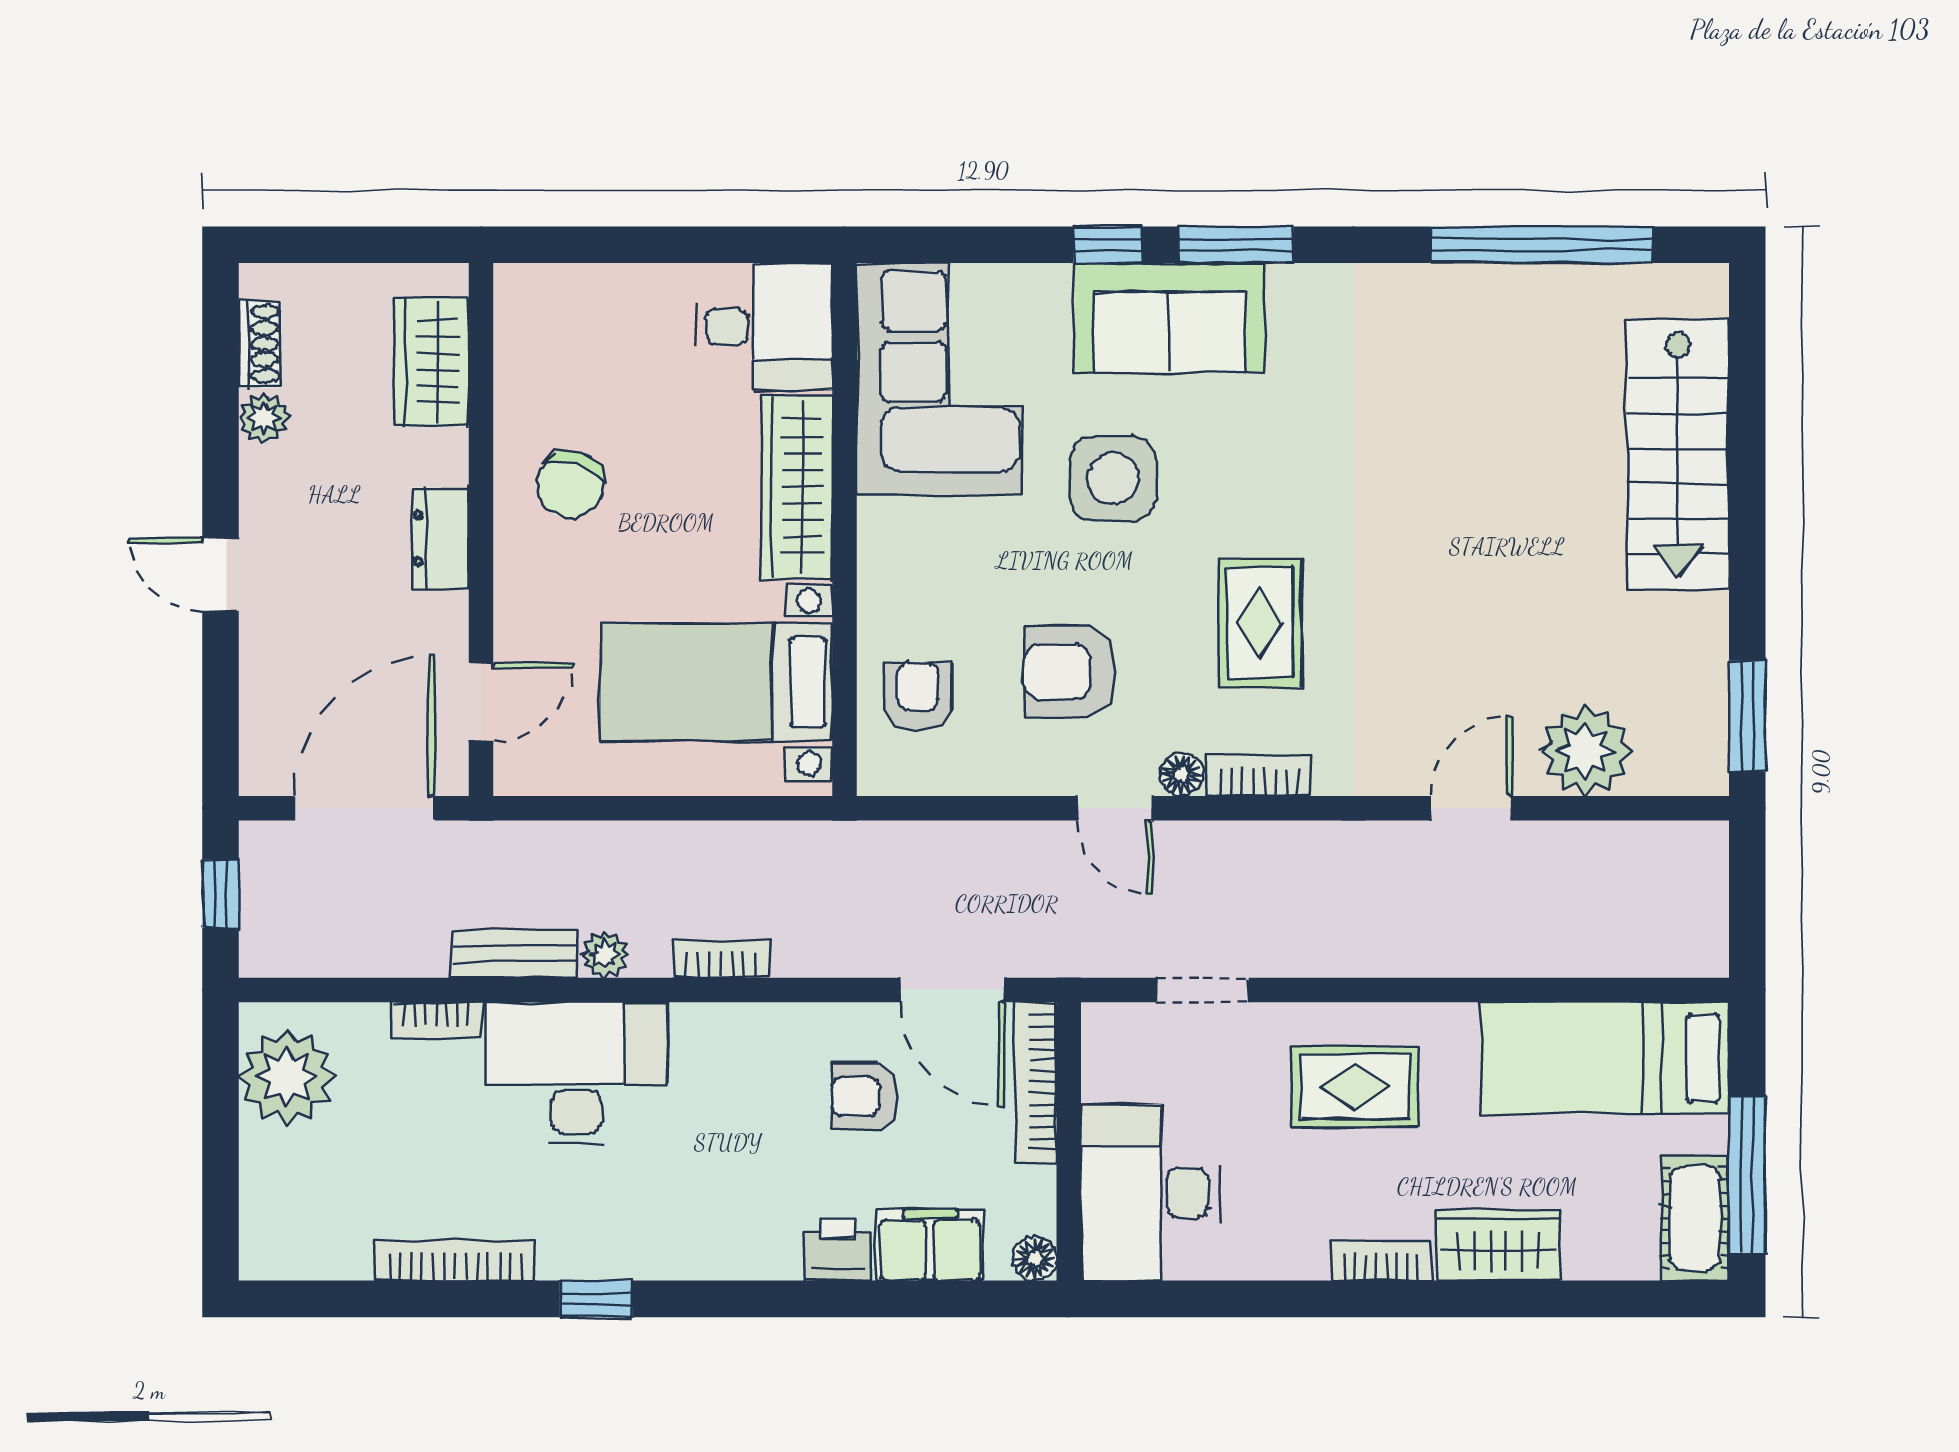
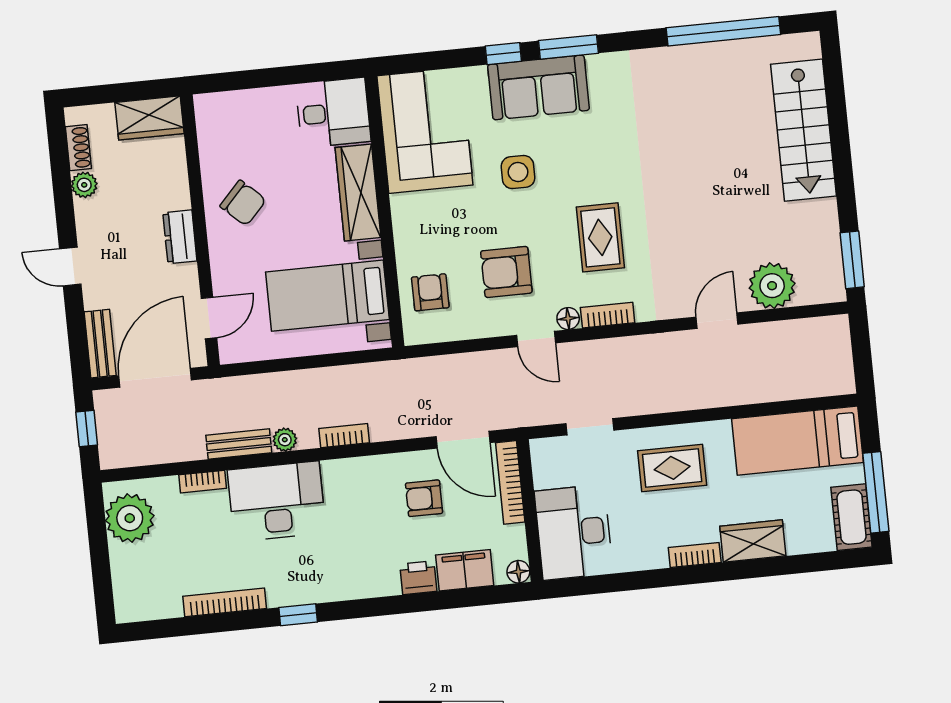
wardrobe: (432, 362) -> (150, 118), moved, turned -90
side table: (1113, 479) -> (518, 172), width x0.73, depth x0.73
chair: (570, 485) -> (243, 203), turned -64
bench: (264, 731) -> (100, 344), added

